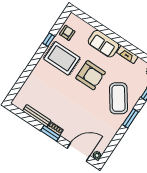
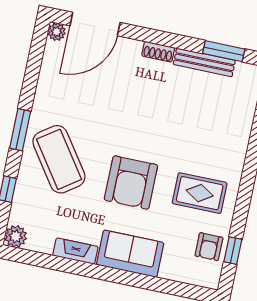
window: (49, 40) -> (233, 251), moved
rug: (62, 58) -> (200, 193), width x0.73, depth x0.70
armchair: (91, 75) -> (131, 183), turned -90
window: (50, 133) -> (224, 51), moved

